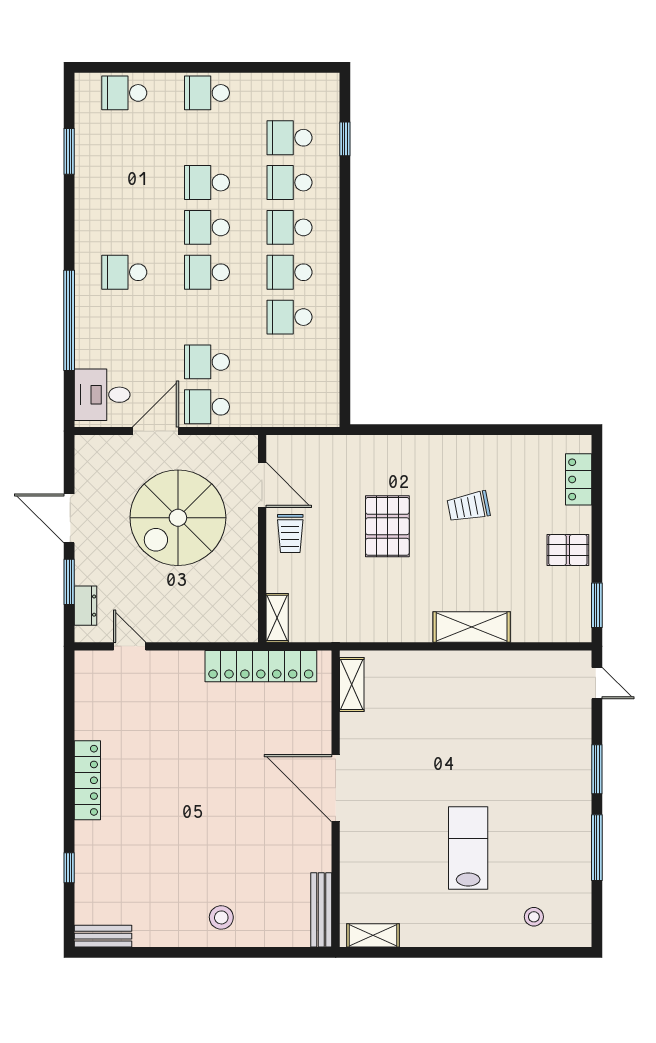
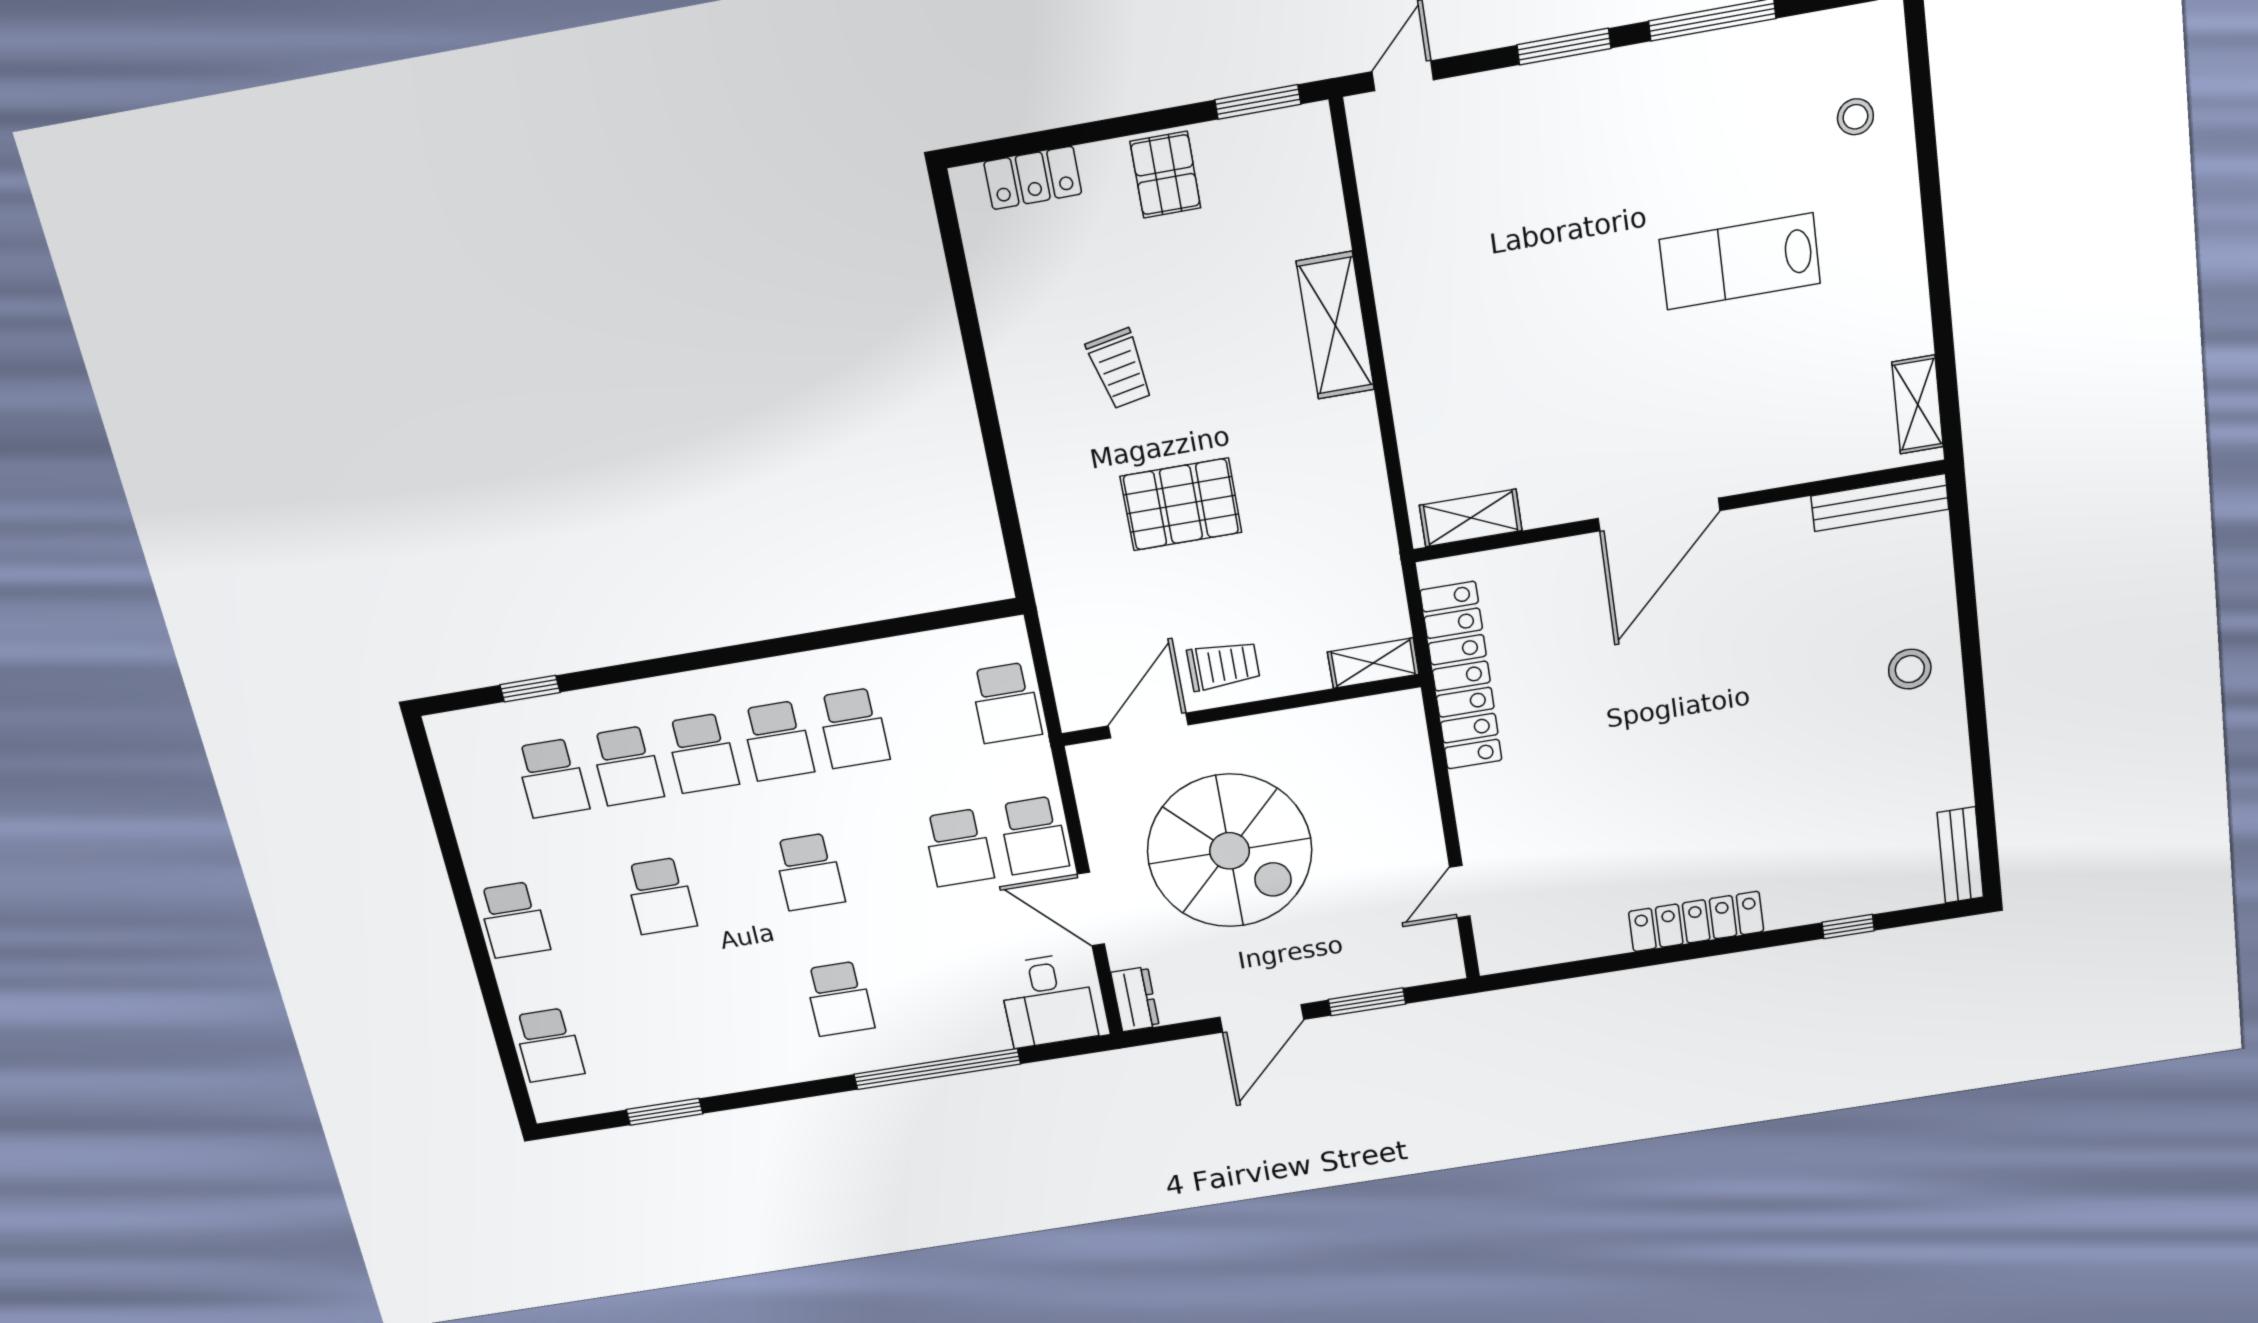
school desk: (207, 227) -> (1006, 703), moved
dresser: (85, 606) -> (1135, 999), moved, turned 90

